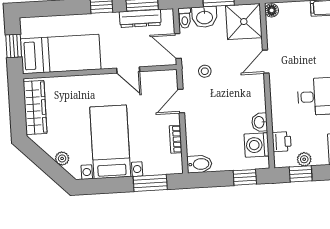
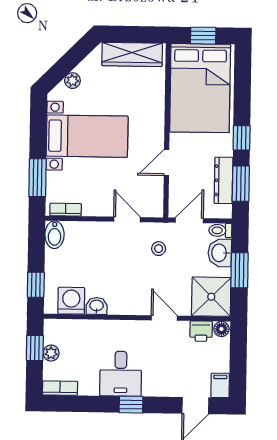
bed: (61, 54) -> (200, 88), width x1.50
bookcase: (176, 139) -> (66, 210), moved
printer: (282, 142) -> (201, 331), moved

